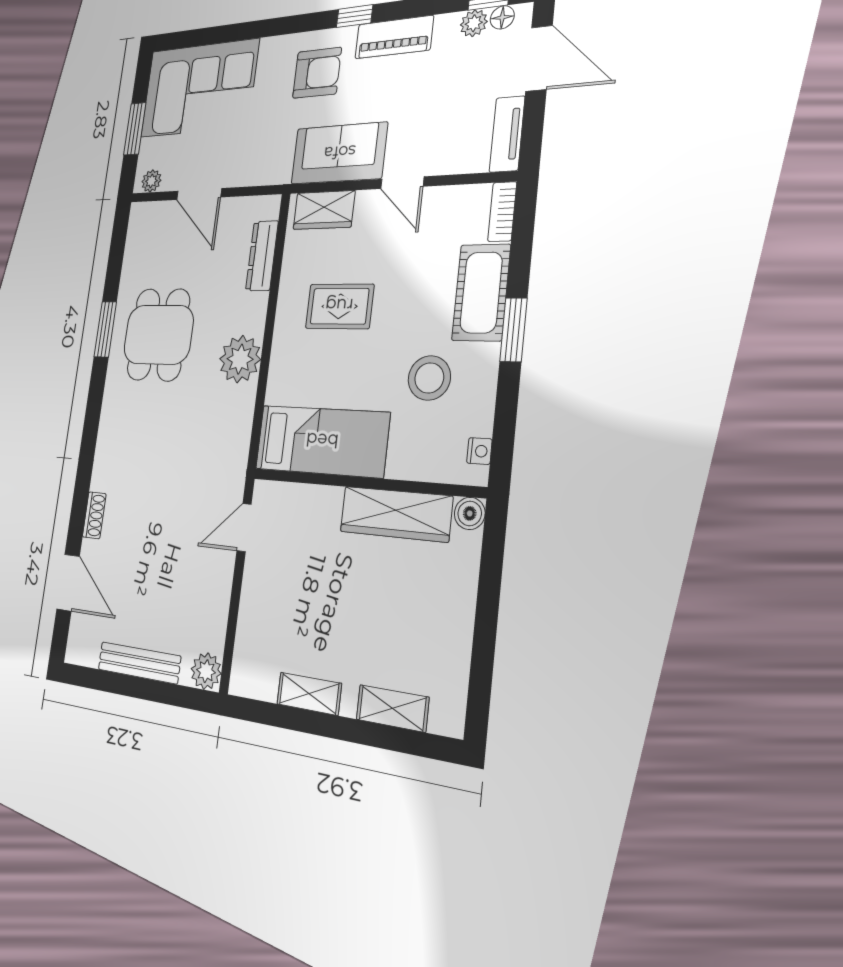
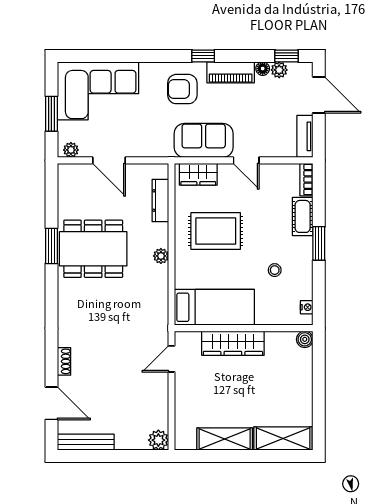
floor lamp: (502, 17) -> (263, 69), moved
armchair: (317, 73) -> (182, 89), turned 180
cot: (481, 292) -> (303, 216), width x0.73, depth x0.75
rug: (339, 306) -> (216, 231), width x1.36, depth x1.43
dining table: (158, 335) -> (93, 249), width x1.38
plant: (240, 359) -> (161, 256), width x0.53, depth x0.53
stool: (429, 378) -> (275, 270), width x0.53, depth x0.53
wardrobe: (396, 514) -> (233, 343), moved
bench: (139, 663) -> (86, 442), moved
shelving: (309, 694) -> (225, 439), width x1.50, depth x1.33
shelving: (392, 708) -> (283, 439), width x1.50, depth x1.33

